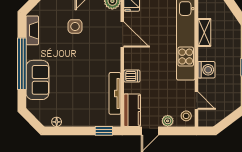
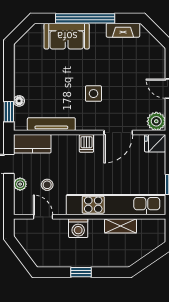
side table: (75, 26) -> (93, 94), moved
dishwasher: (132, 76) -> (86, 143), moved
door: (196, 101) -> (43, 217), swing flipped
stool: (186, 116) -> (47, 185), moved
floor lamp: (57, 122) -> (19, 101), moved

